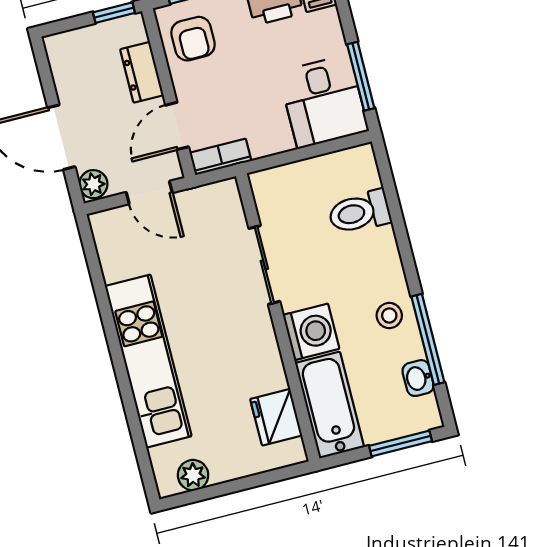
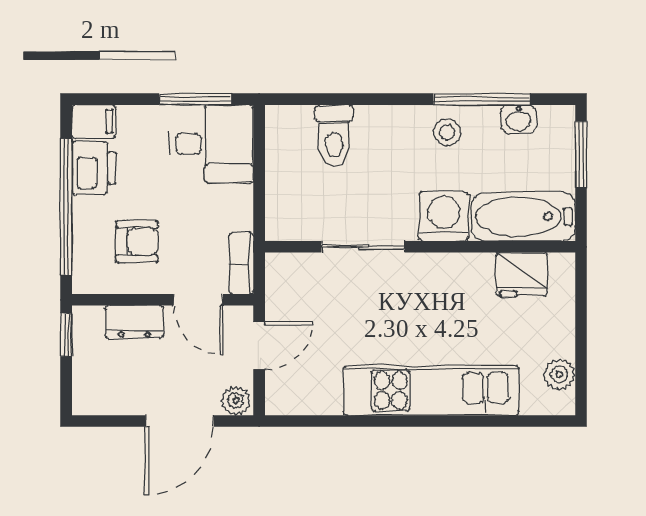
armchair: (193, 39) -> (137, 241), moved

